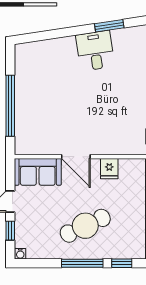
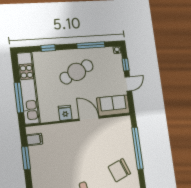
chair: (42, 78) -> (119, 170), added
window: (82, 263) -> (91, 45), moved

